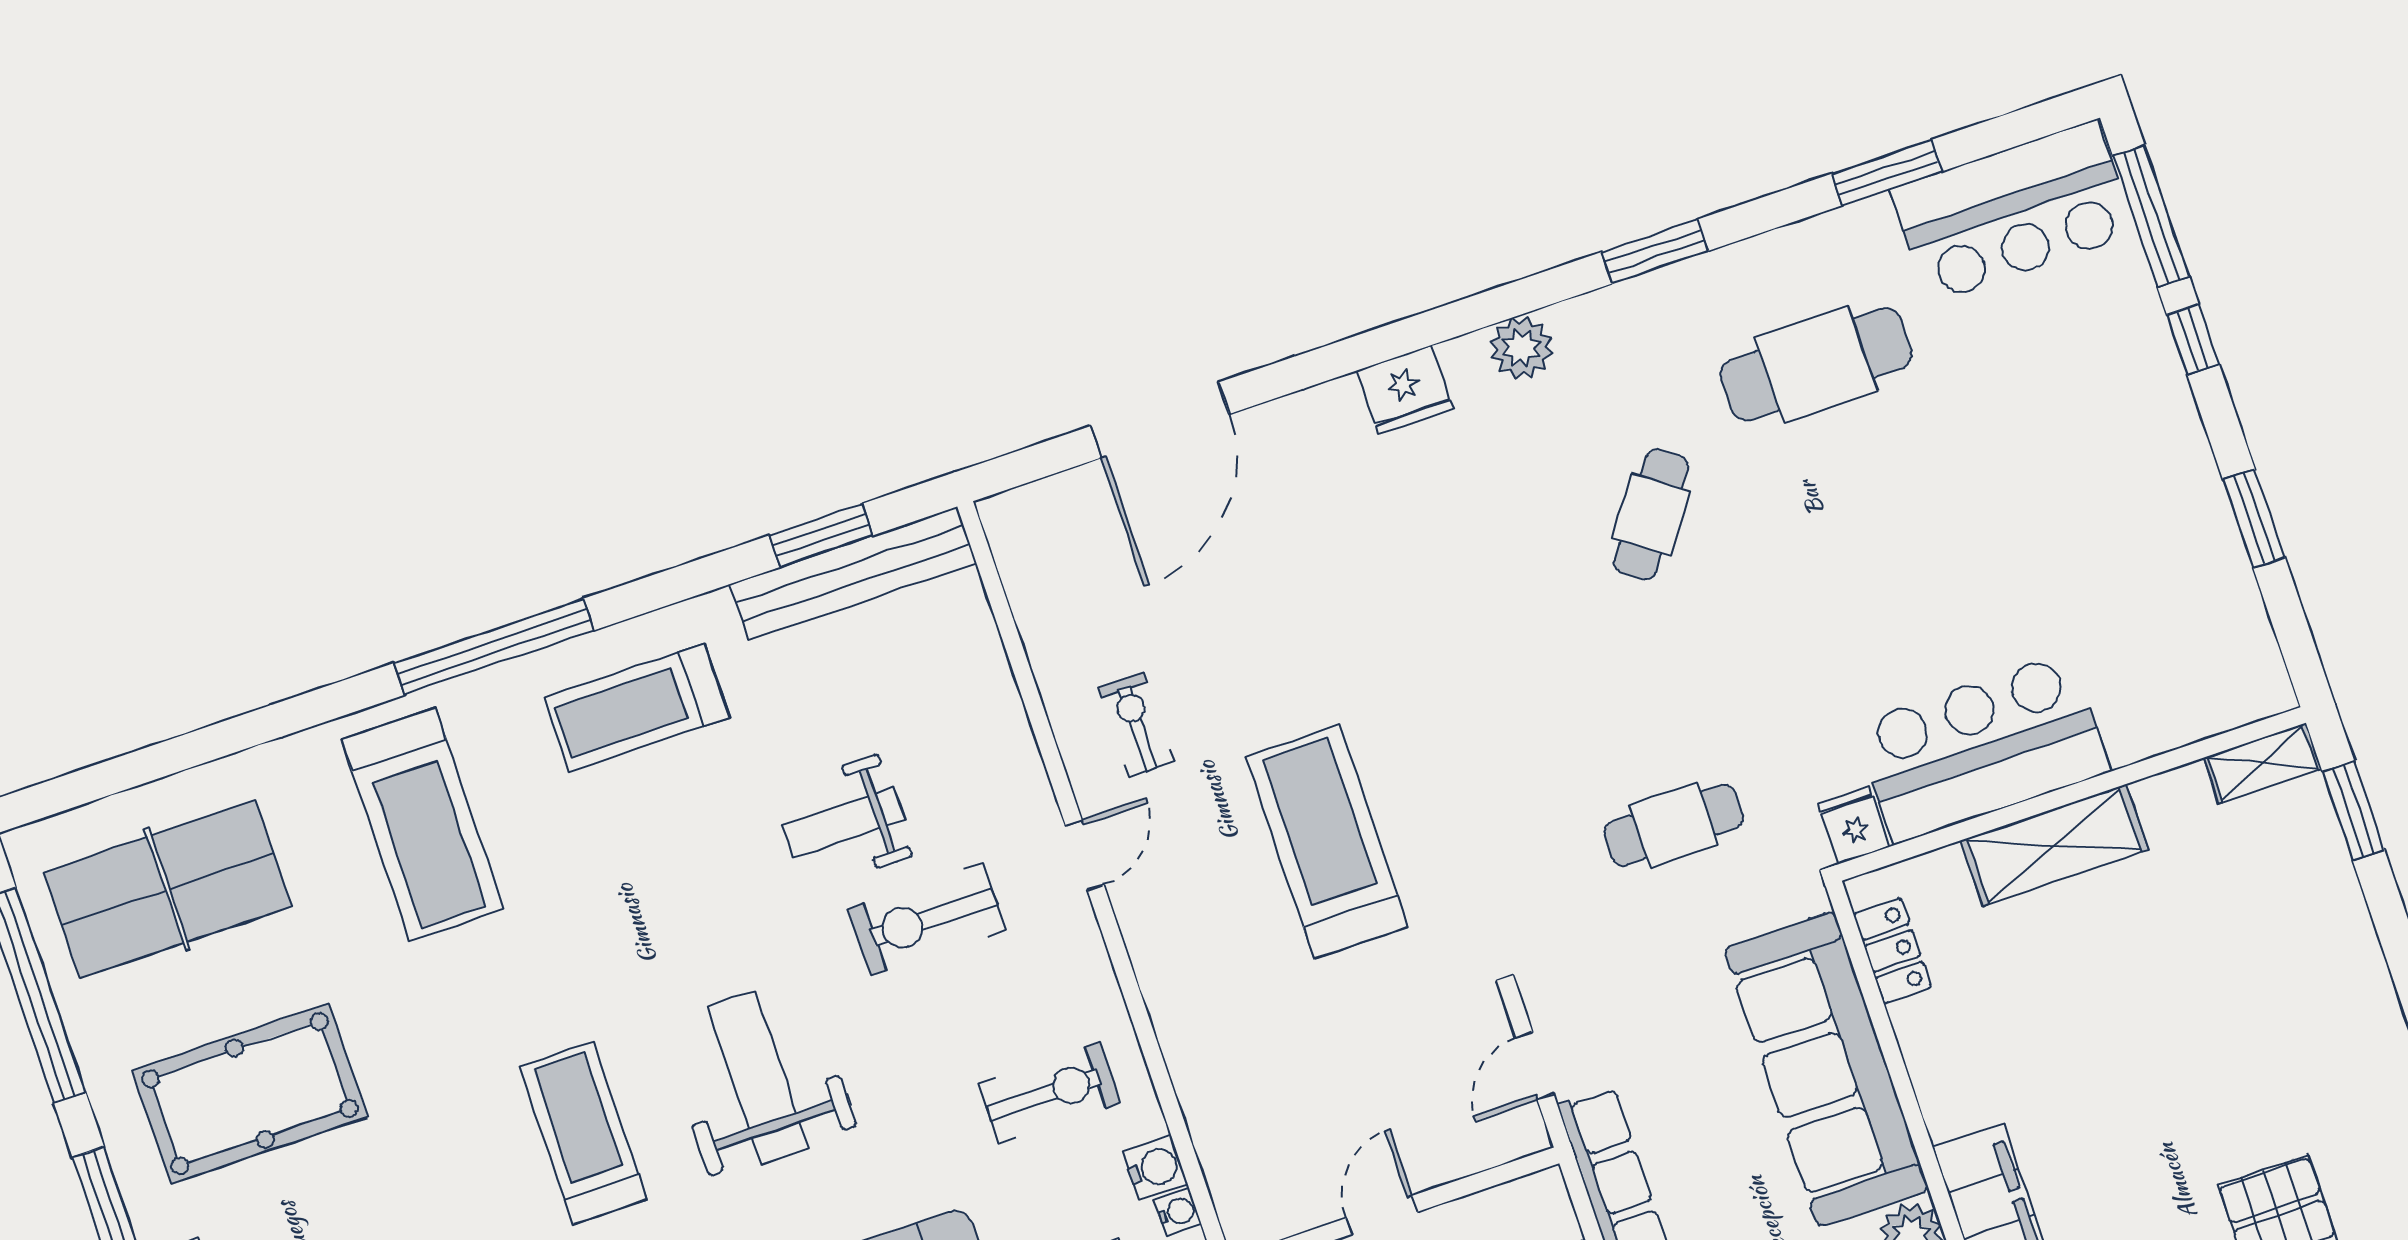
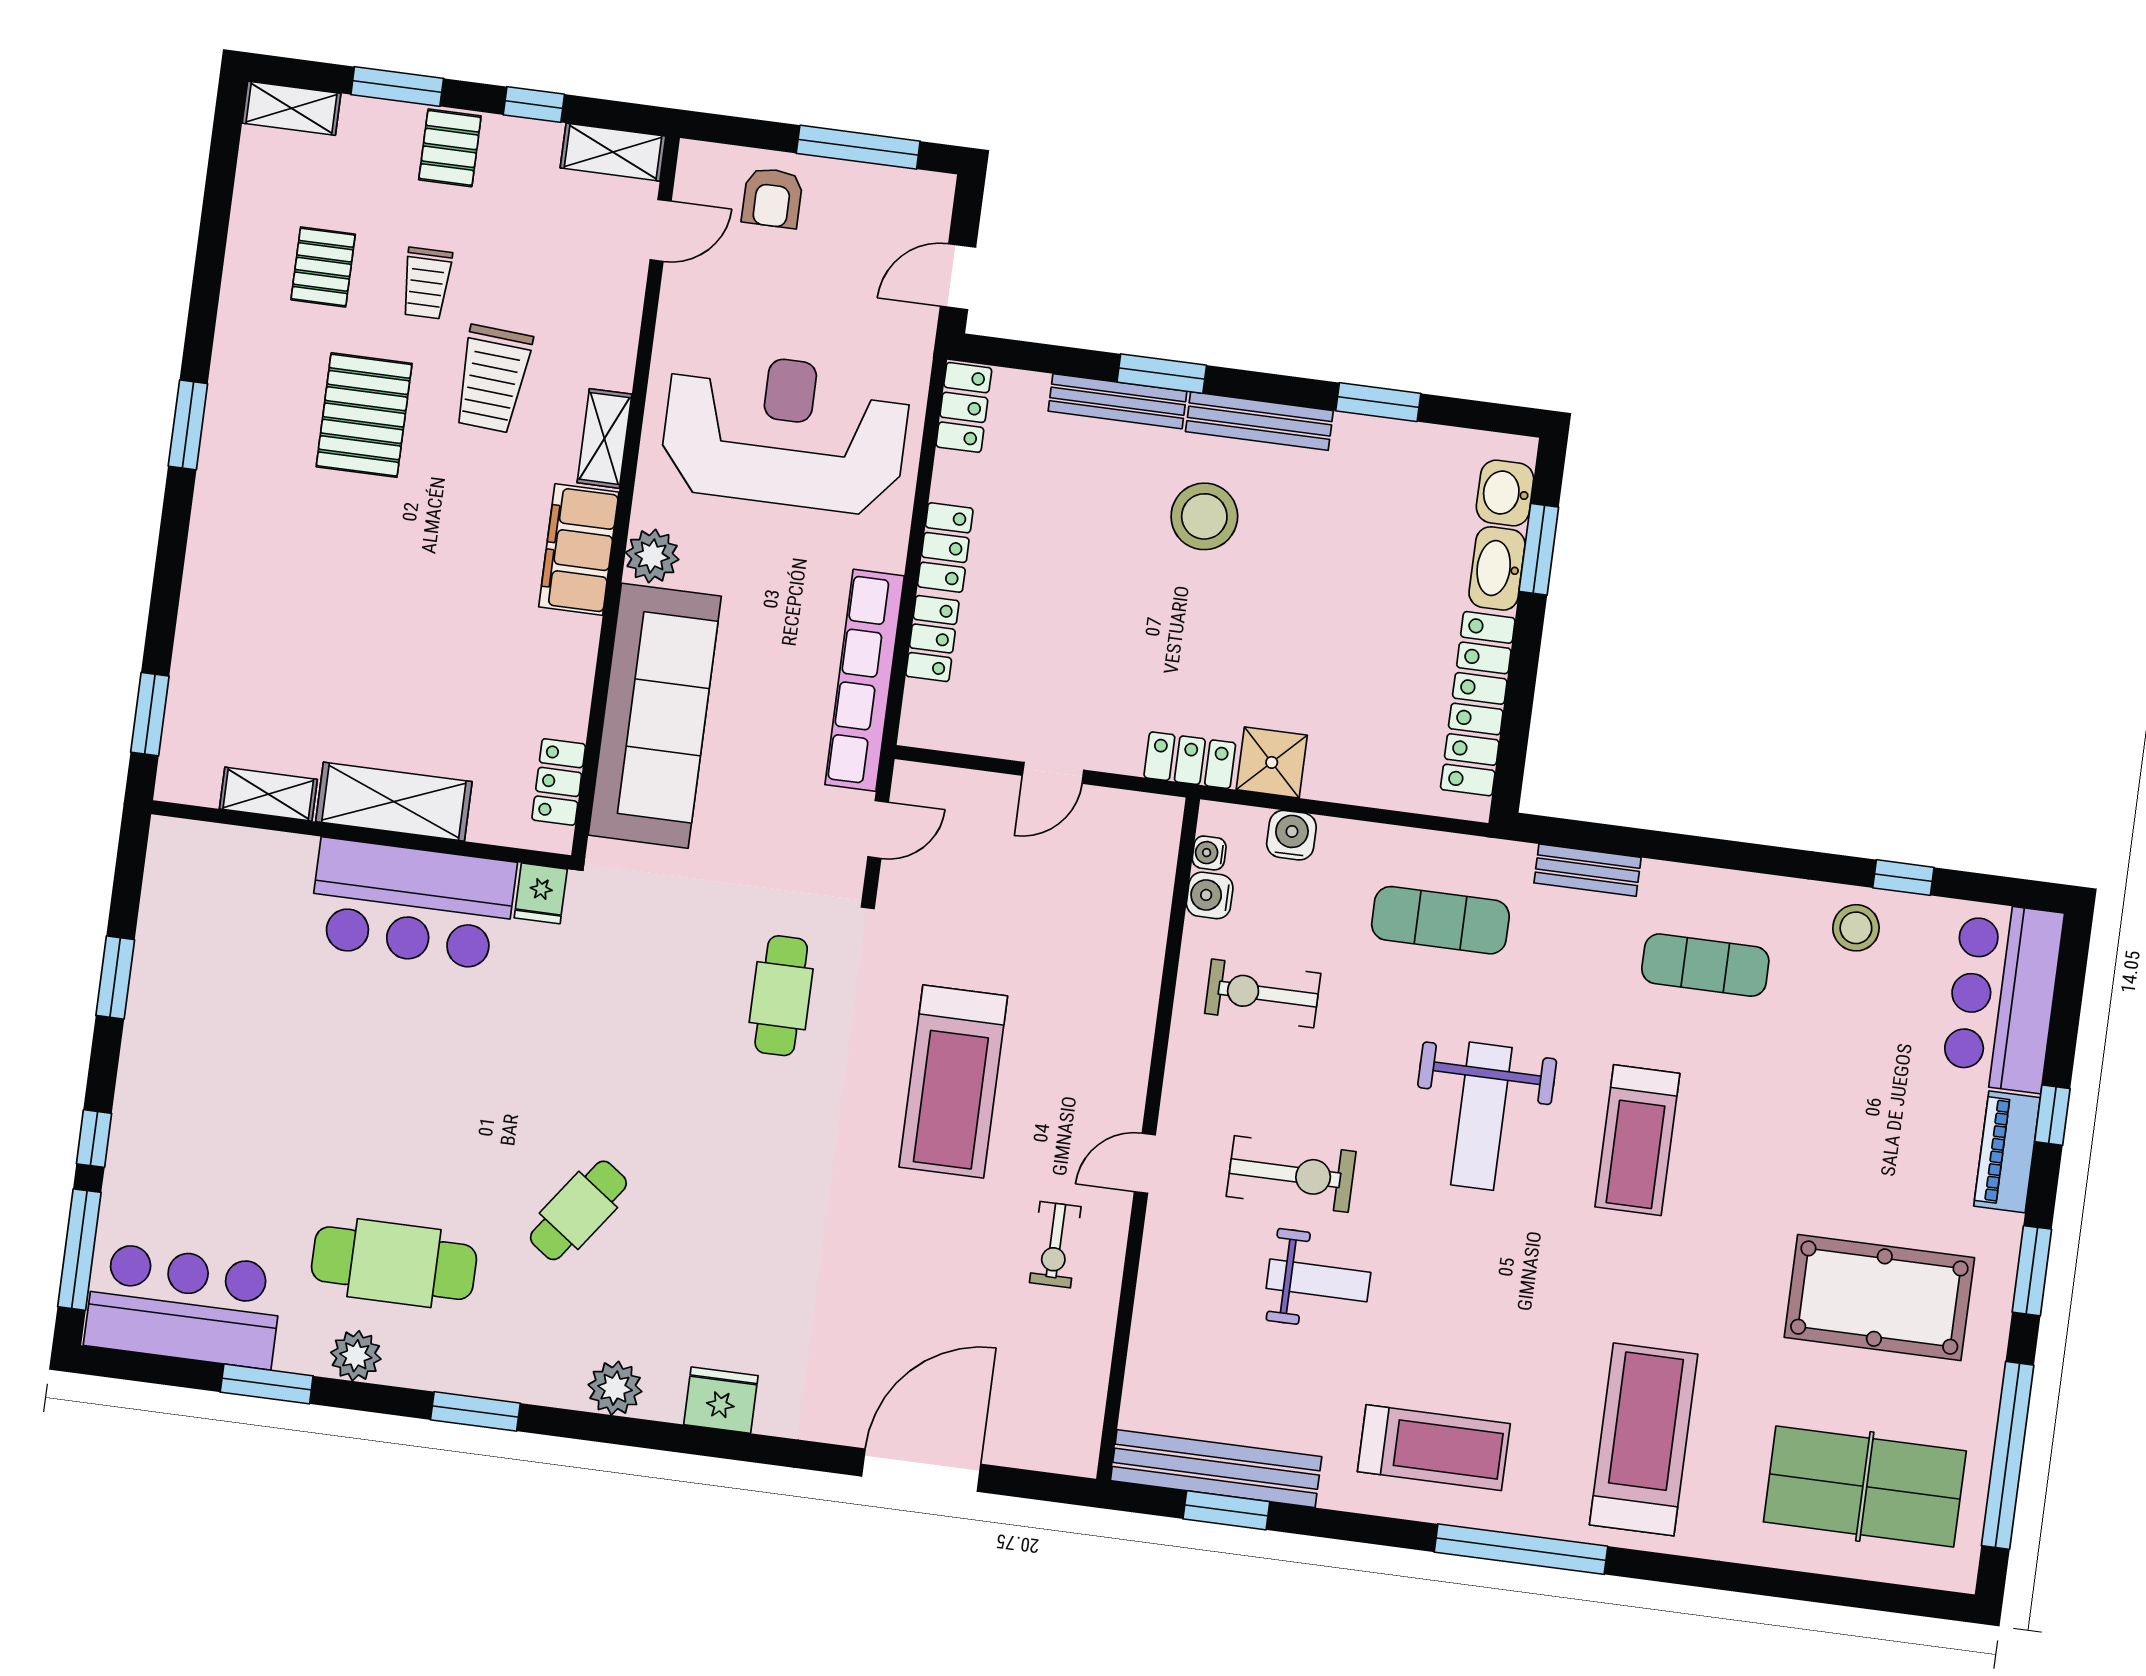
plant: (1808, 248) -> (356, 1356), added
shelving: (2263, 763) -> (268, 794), moved
cafe table: (1674, 825) -> (781, 996), moved, turned 90

